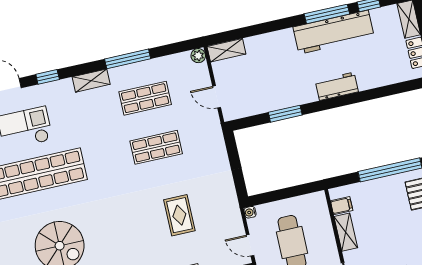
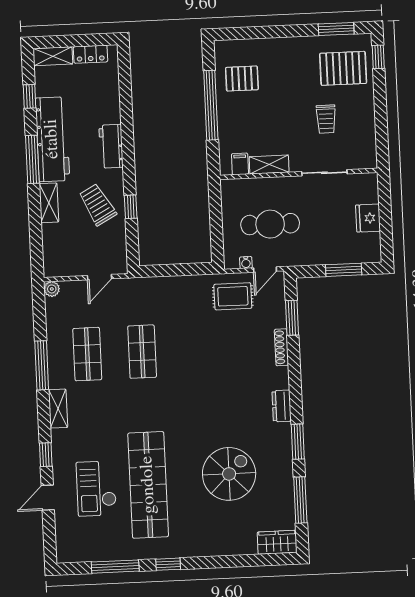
window: (327, 14) -> (32, 159), moved
shelving: (226, 50) -> (49, 203), moved
trolley: (282, 83) -> (97, 205), added
window: (285, 114) -> (131, 207), width x0.67
water cooler: (250, 212) -> (246, 263), moved
rug: (179, 215) -> (233, 296), moved

